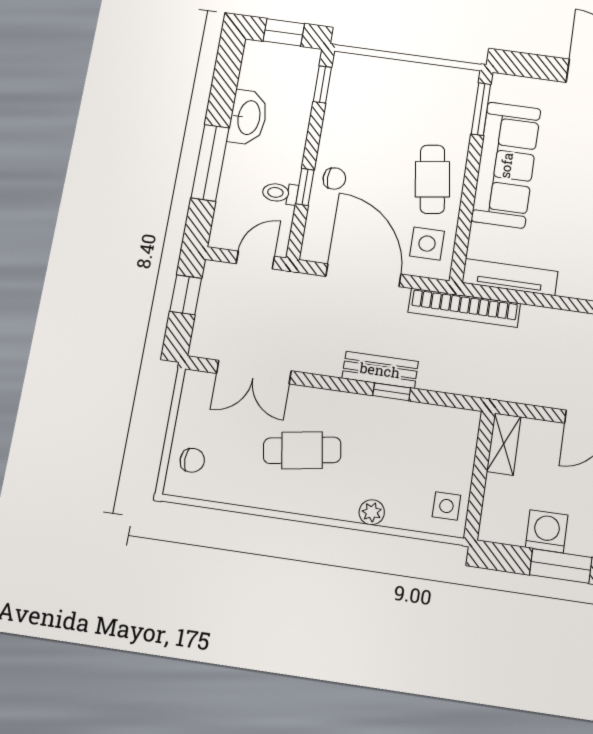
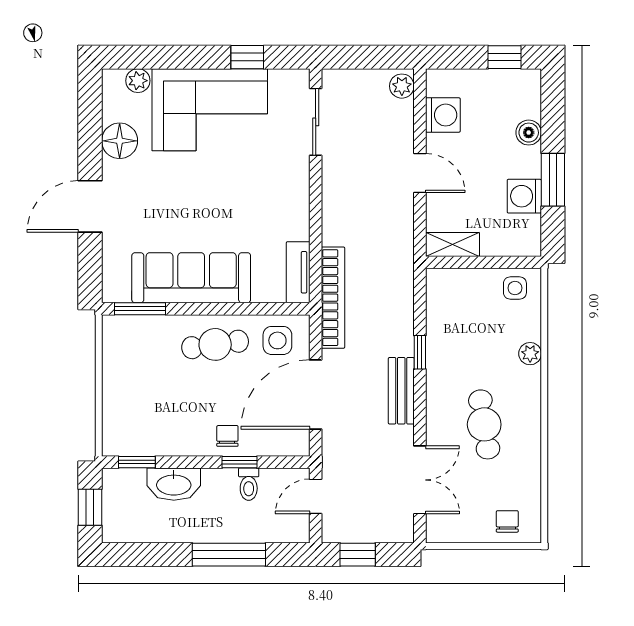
washbasin: (248, 117) -> (174, 484), moved, turned 180
door: (255, 260) -> (316, 496), hinge flipped
tv unit: (510, 277) -> (298, 272), width x0.71
bench: (380, 370) -> (401, 391), moved

